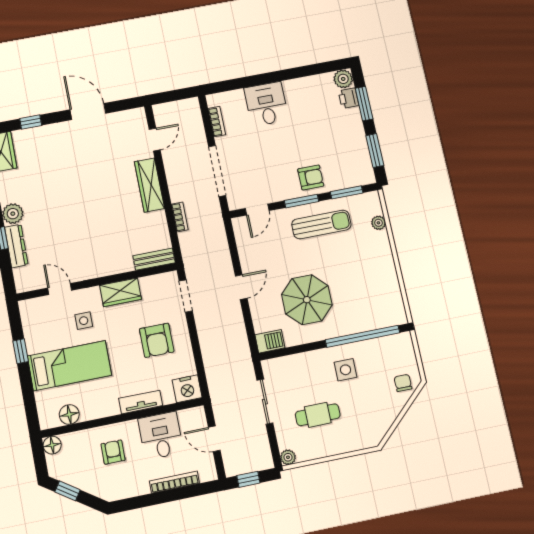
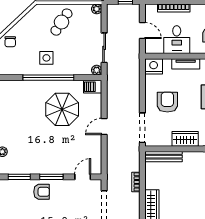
armchair: (311, 177) -> (42, 192), turned 180
sun lounger: (321, 224) -> (41, 158), removed
bench: (154, 259) -> (164, 157), width x1.36
doorway: (186, 296) -> (142, 128), width x1.38
window: (362, 336) -> (48, 78), moved
plant: (269, 367) -> (97, 70), added
cafe table: (318, 415) -> (61, 22), moved, turned -57

